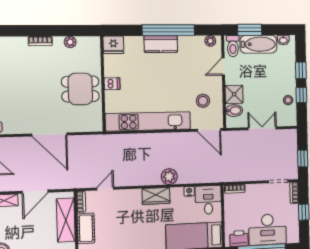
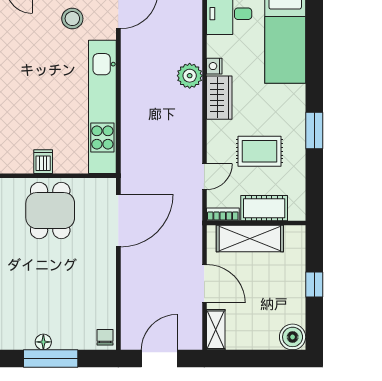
door: (49, 134) -> (118, 221), moved
door: (105, 189) -> (204, 177), swing flipped
nightstand: (189, 191) -> (214, 66), moved
rug: (123, 223) -> (259, 151), added

